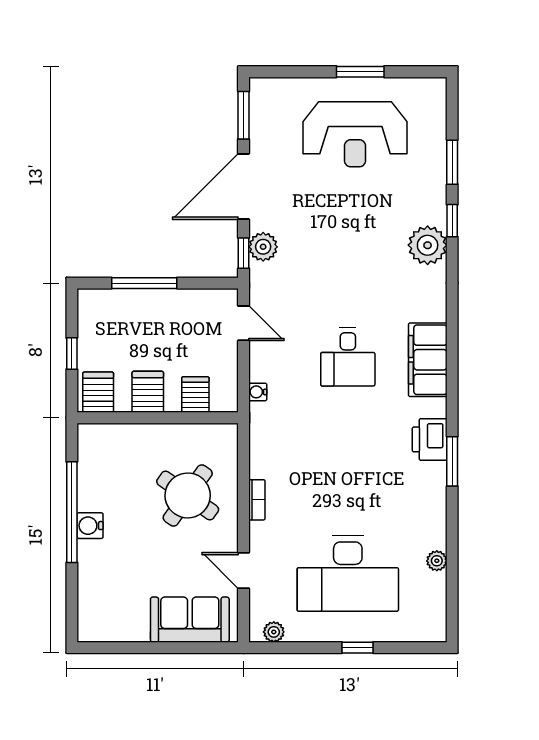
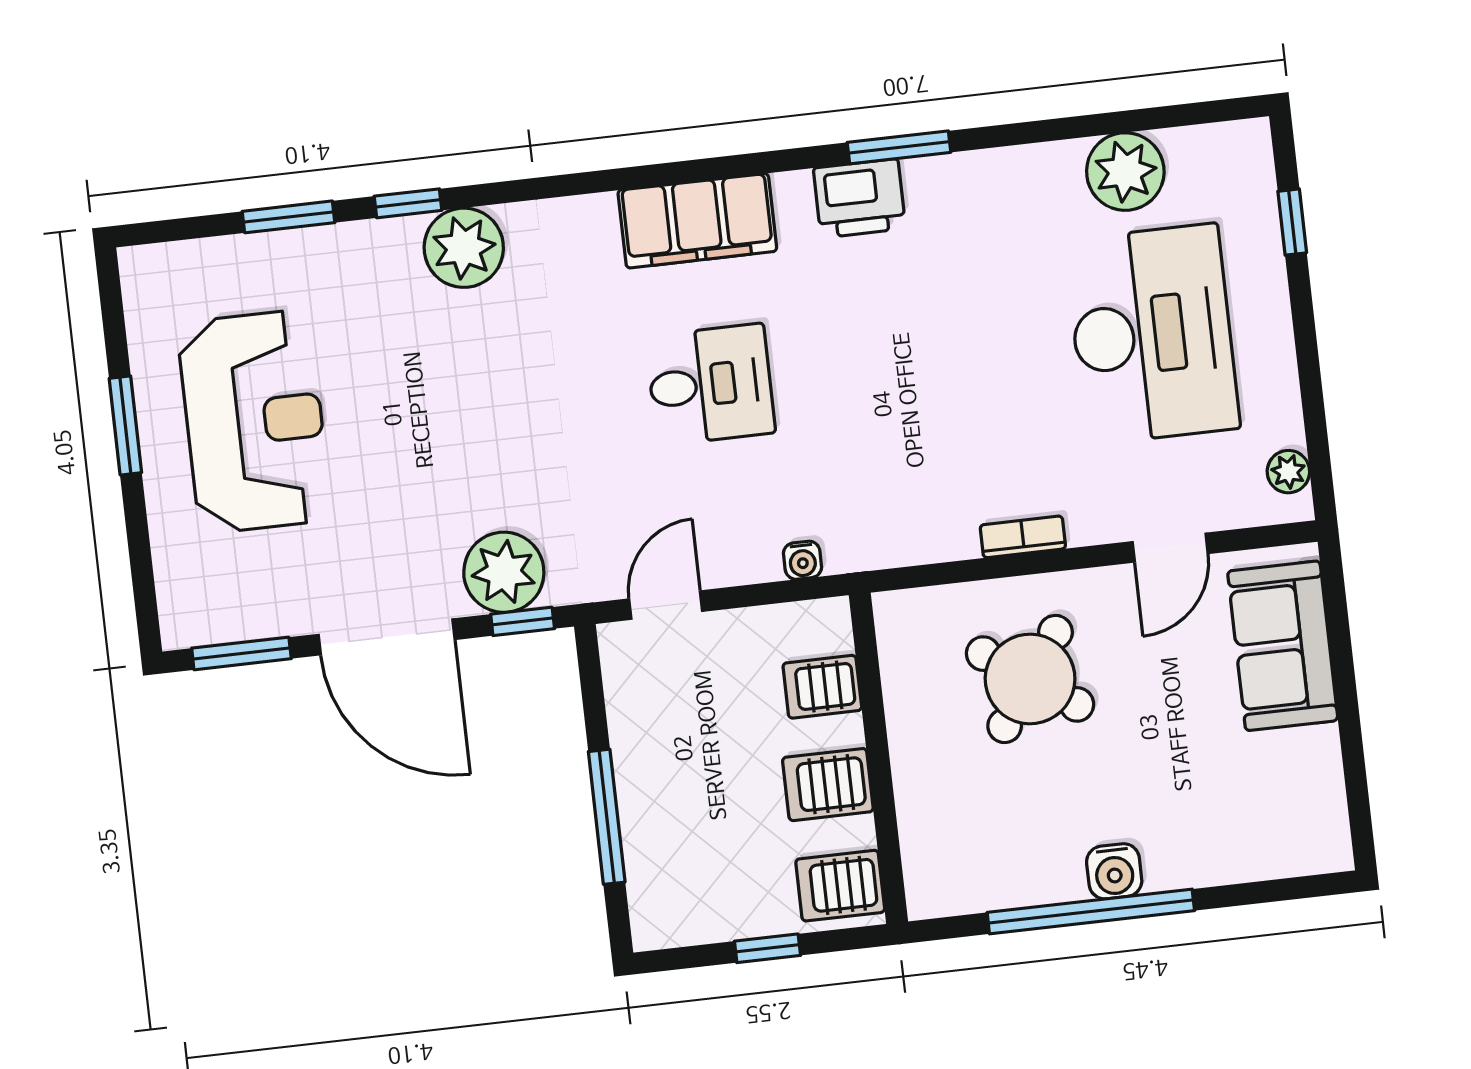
plant: (263, 247) -> (504, 572), width x1.36, depth x1.36
plant: (437, 561) -> (1125, 172), width x1.88, depth x1.88
window: (358, 648) -> (1292, 222), moved

